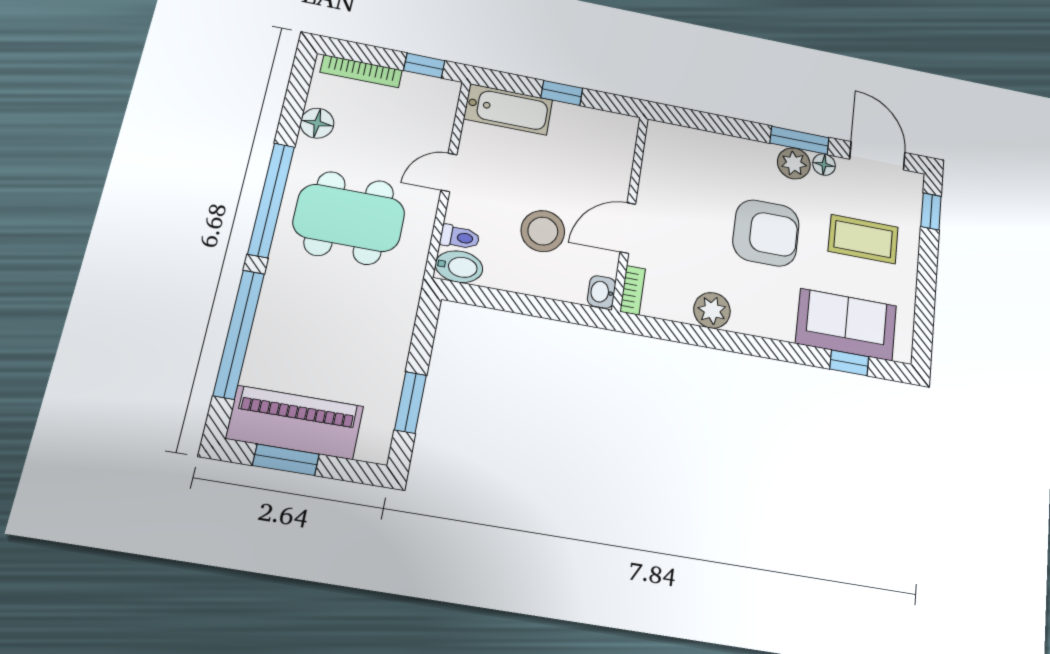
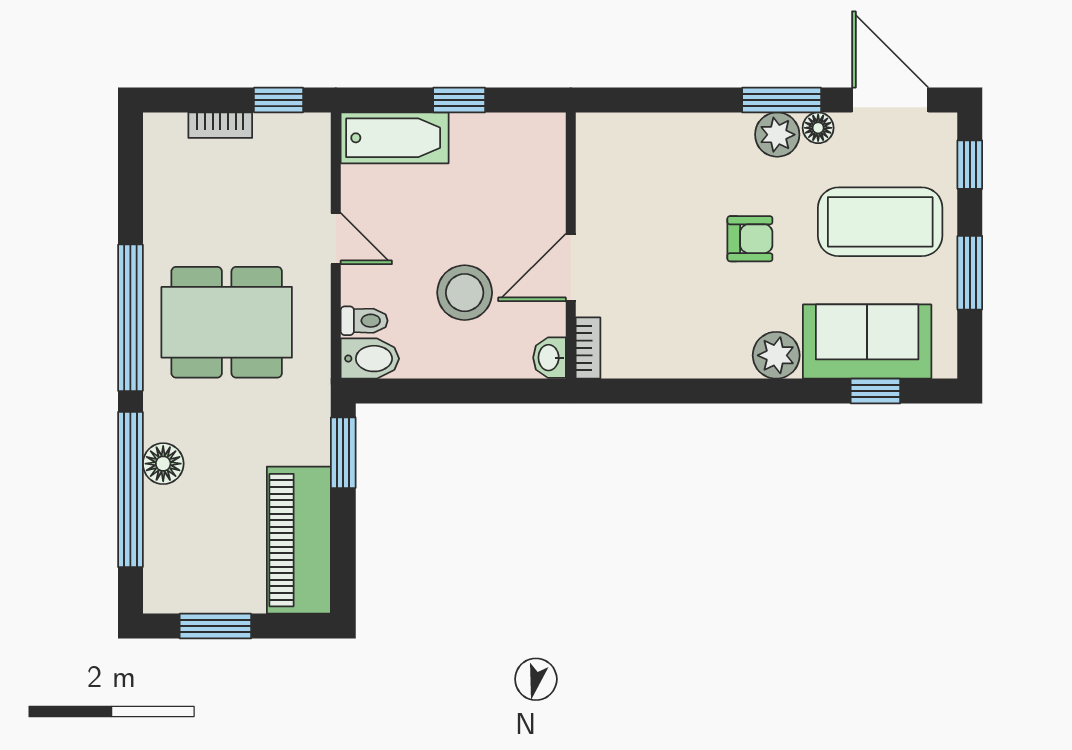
bookcase: (361, 71) -> (220, 125), width x0.64
floor lamp: (317, 123) -> (163, 464), moved
door: (449, 172) -> (336, 239), swing flipped
armchair: (766, 233) -> (750, 239), width x0.53, depth x0.53
coffee table: (863, 239) -> (880, 222), width x1.36, depth x1.32
window: (926, 288) -> (970, 273), added
plant: (712, 310) -> (776, 355), moved
window: (410, 402) -> (343, 453), moved
piano: (295, 422) -> (299, 540), moved, turned -90

